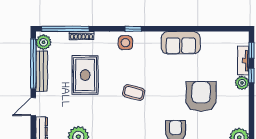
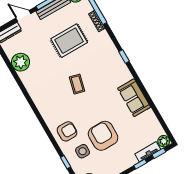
side table: (125, 43) -> (83, 151), moved
plant: (242, 83) -> (164, 141), moved
armchair: (201, 96) -> (103, 136), turned -90

